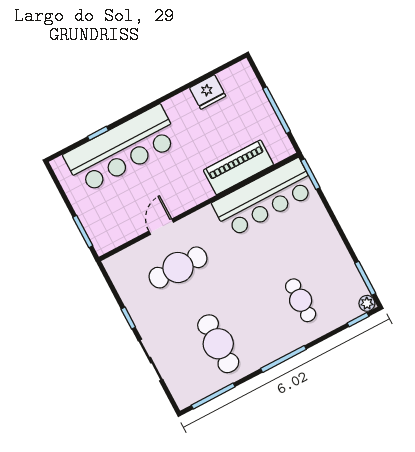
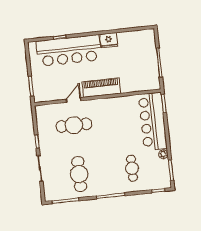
fridge: (208, 92) -> (109, 40), moved
piano: (238, 167) -> (101, 88), moved
bar counter: (264, 198) -> (153, 121), moved, turned 90
plant: (367, 303) -> (163, 154), moved

